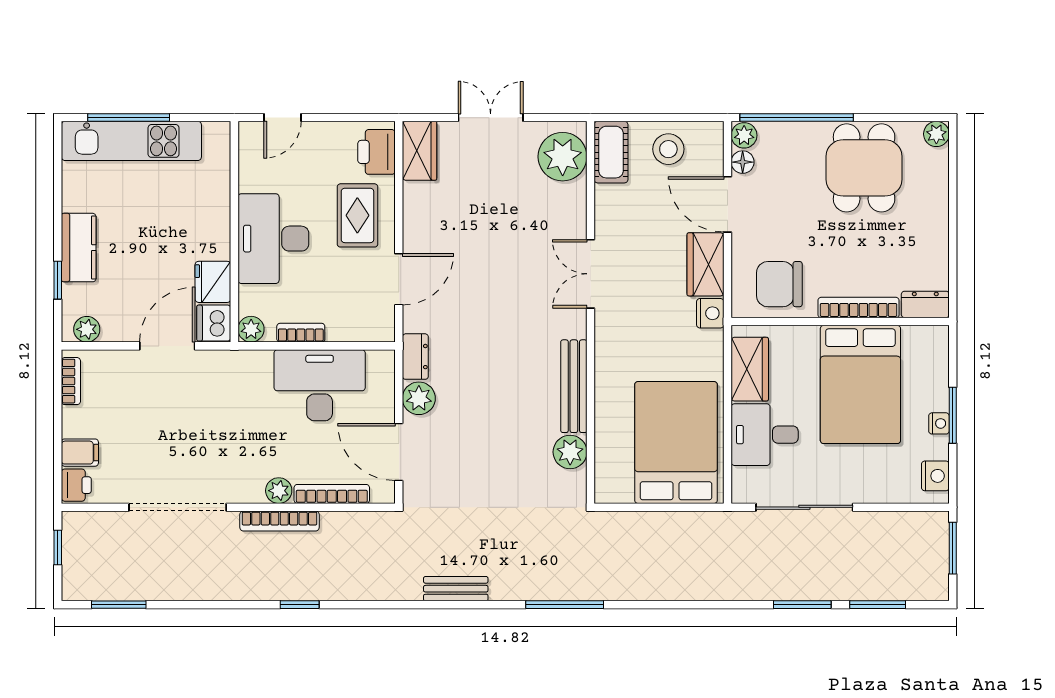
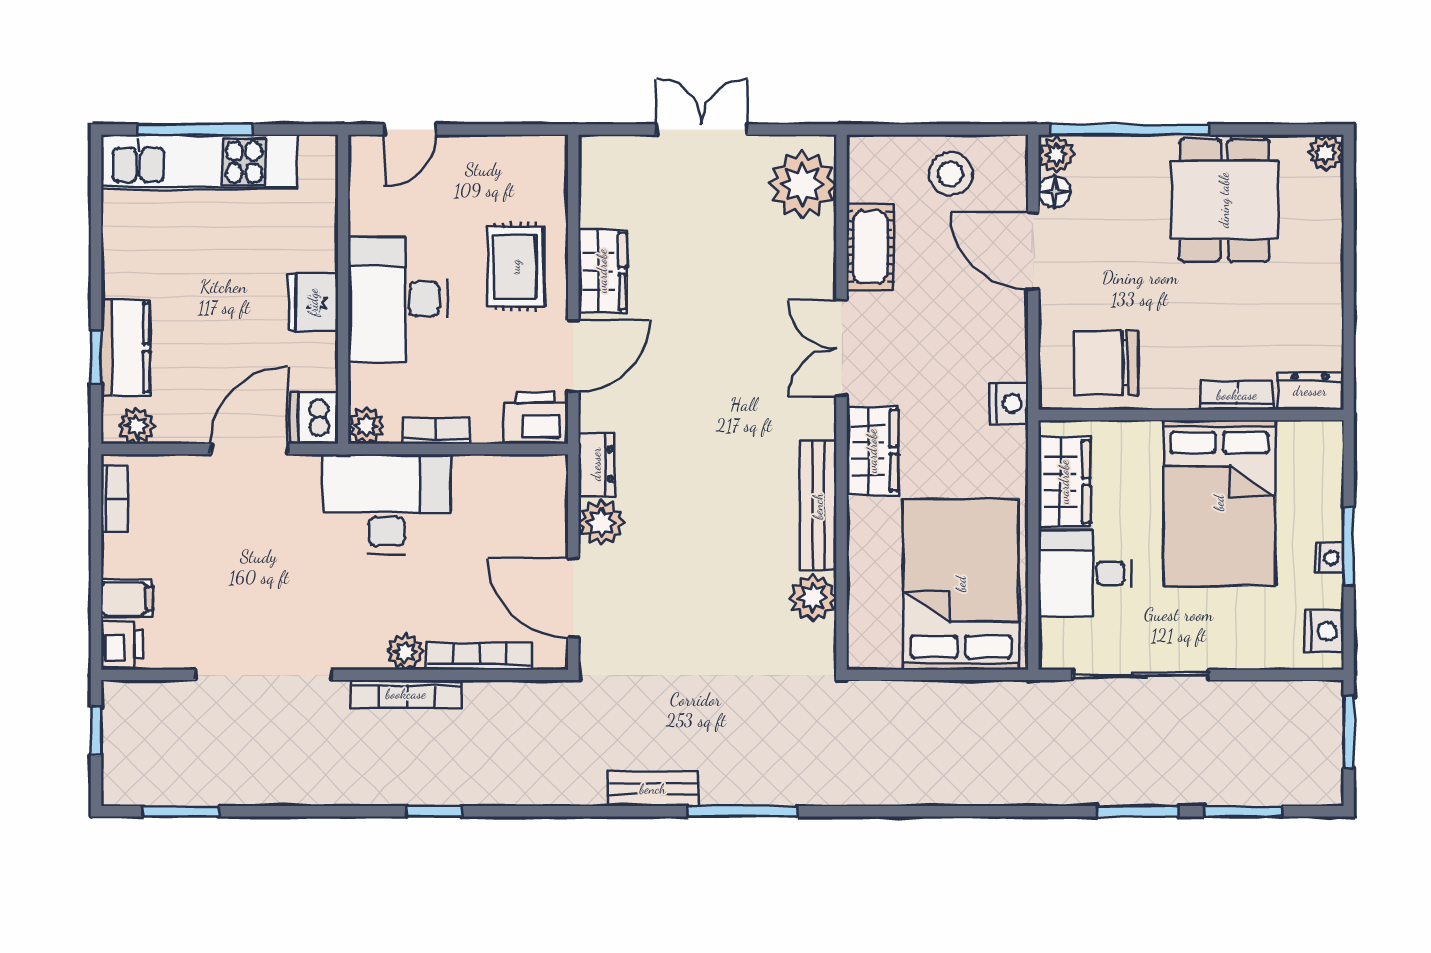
wardrobe: (420, 151) -> (602, 271), moved
printer: (377, 152) -> (535, 418), moved, turned 90
cot: (611, 152) -> (870, 247), moved
kitchen counter: (79, 248) -> (125, 348), moved
wardrobe: (706, 264) -> (872, 451), moved, turned 180
fridge: (213, 282) -> (313, 302), moved
bookcase: (859, 308) -> (1237, 395), width x0.64
desk: (320, 385) -> (387, 504), moved
window: (565, 605) -> (742, 811), moved

